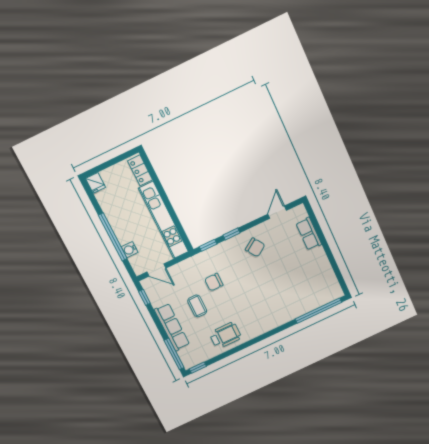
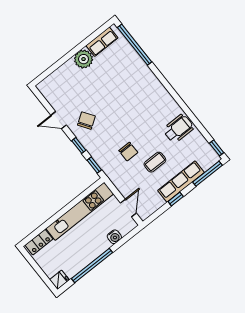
door: (277, 212) -> (59, 120), moved
row of seats: (309, 234) -> (102, 42), moved
window: (113, 237) -> (92, 266), moved
plant: (317, 258) -> (84, 59), added
window: (144, 297) -> (176, 199), moved
wheelchair: (225, 335) -> (178, 129), turned 90

